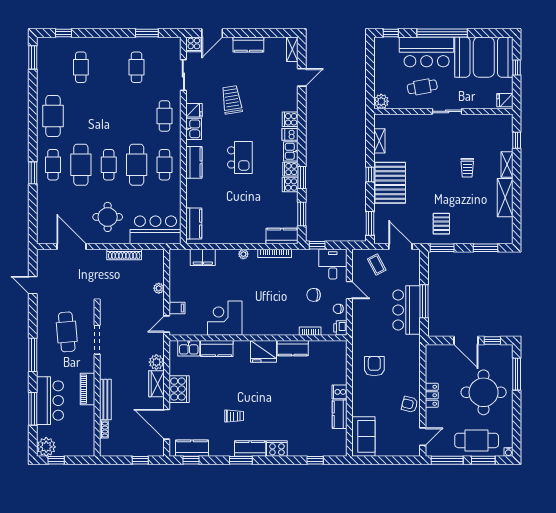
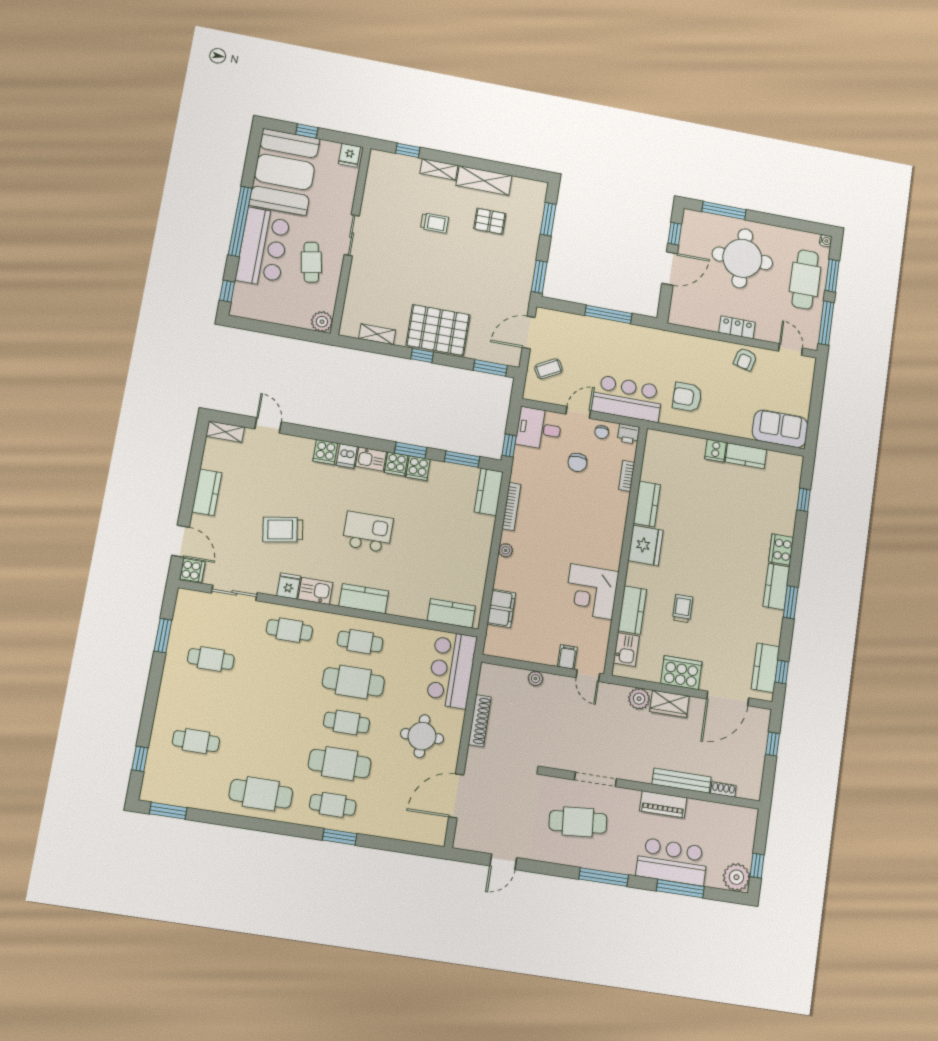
pallet: (441, 224) -> (490, 221), moved
bar counter: (407, 310) -> (627, 399), moved, turned 180
trolley: (234, 416) -> (683, 608), moved

